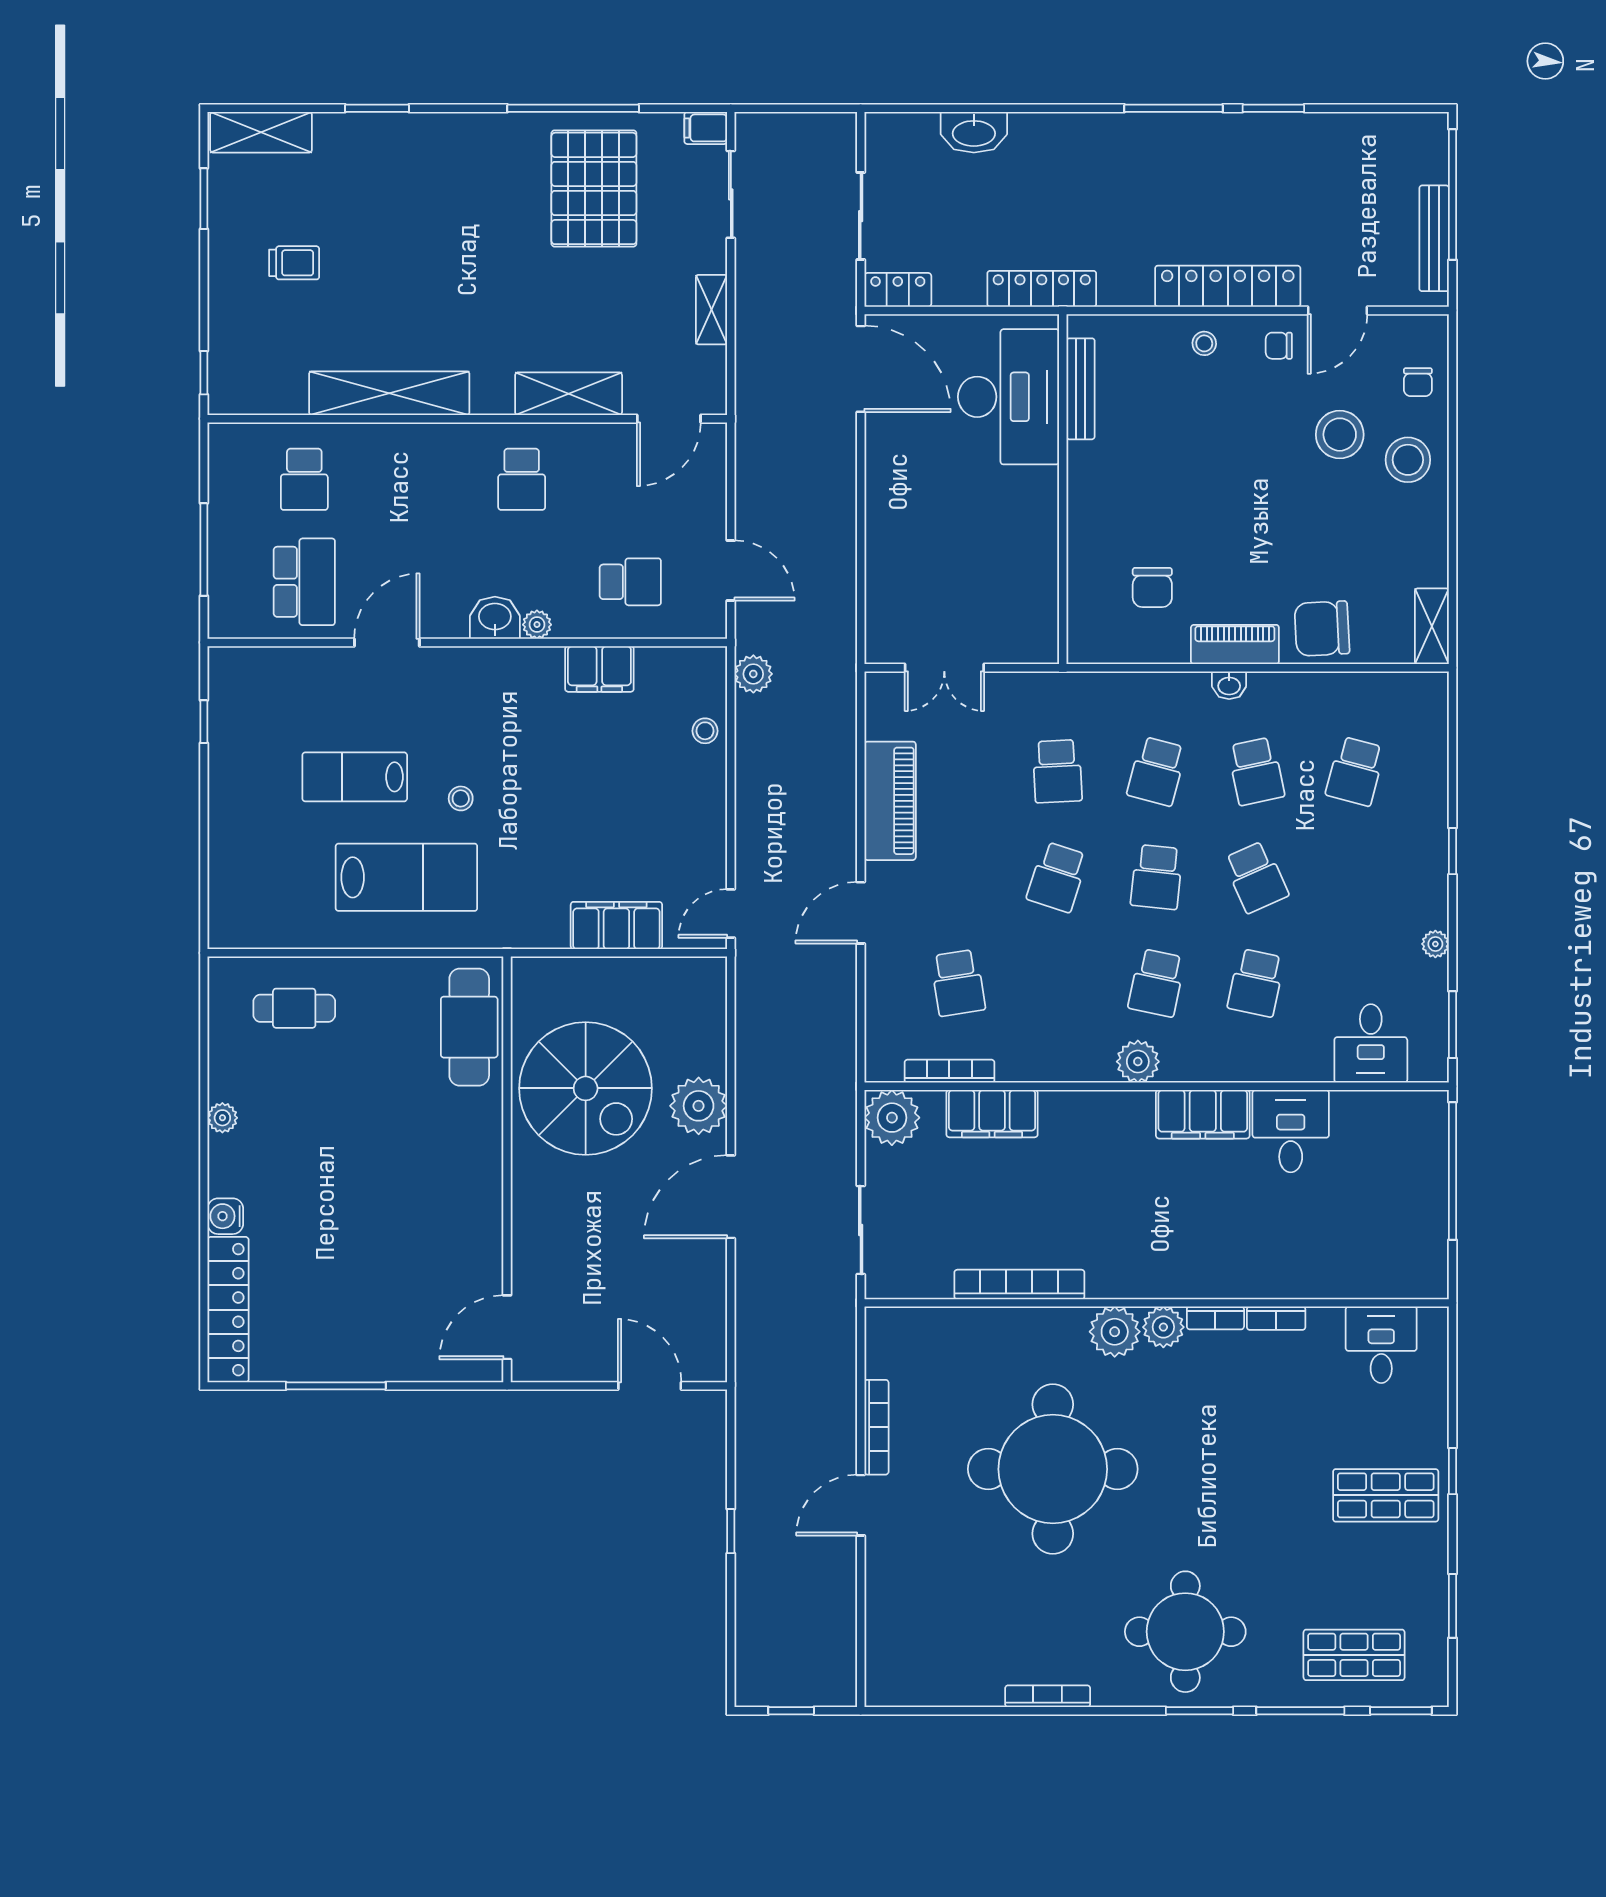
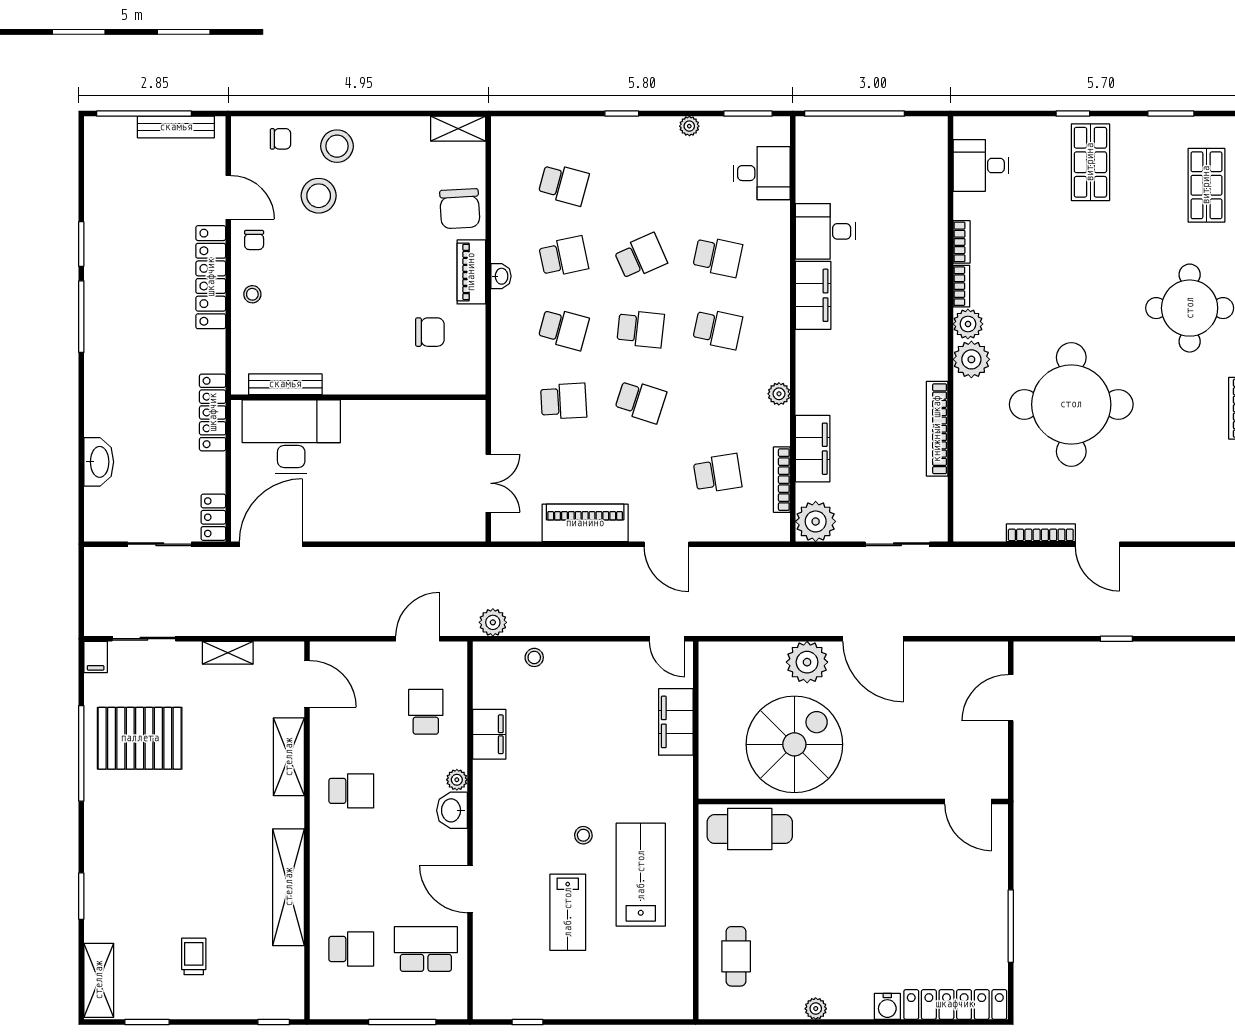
plant: (1138, 1062) -> (779, 394), moved, width x0.73, depth x0.73

